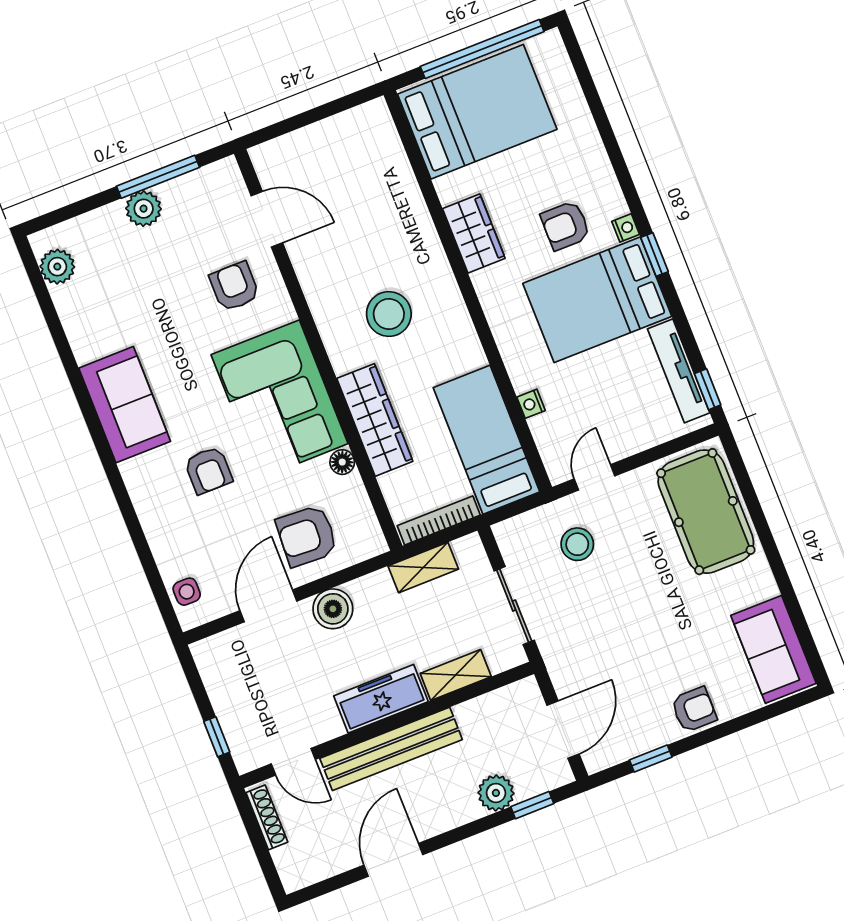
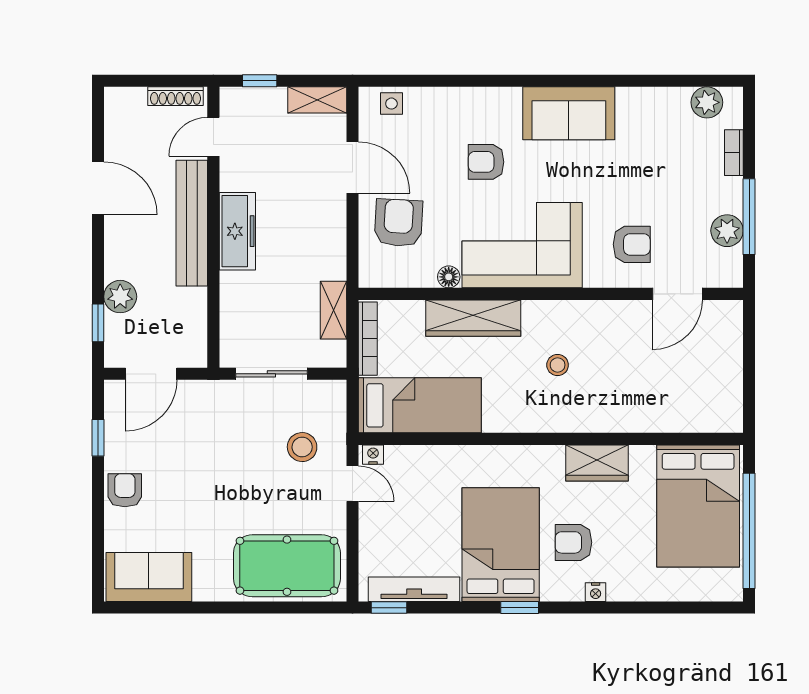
plant: (144, 209) -> (727, 231), moved
bookcase: (98, 218) -> (734, 153), added
armchair: (565, 226) -> (573, 542), turned -90
nightstand: (626, 228) -> (596, 592), moved
stool: (389, 314) -> (558, 365), width x0.53, depth x0.53
nightstand: (531, 404) -> (373, 455), moved
boiler: (333, 609) -> (329, 221), removed
shelving: (456, 675) -> (317, 100), moved, turned 90
armchair: (694, 709) -> (125, 490), turned 180
door: (563, 730) -> (151, 374), hinge flipped

